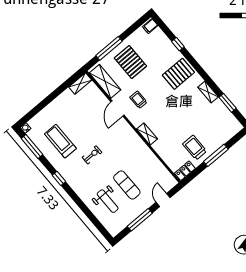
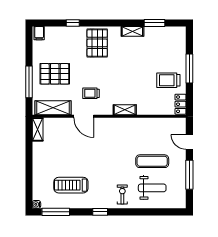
exercise bike: (92, 155) -> (122, 195), moved

